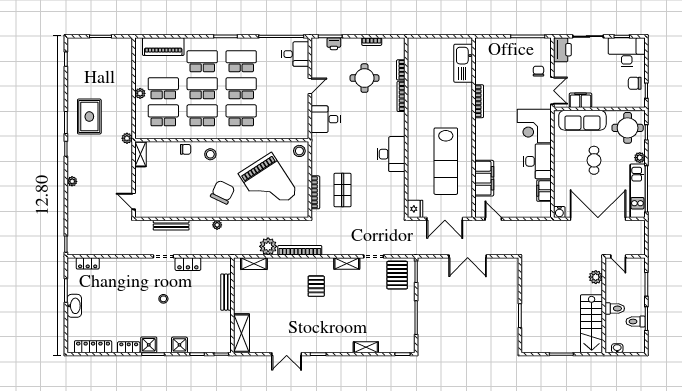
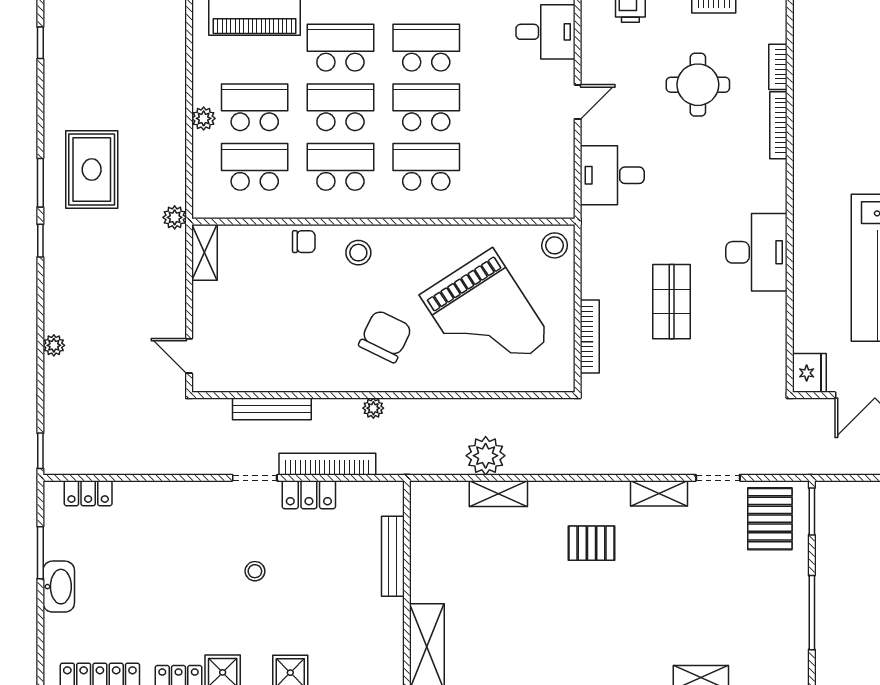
plant: (72, 181) -> (54, 345), moved
shop shelf: (343, 190) -> (672, 302), moved
bookcase: (300, 250) -> (327, 464), moved
shelving: (254, 264) -> (498, 494), moved
pallet: (316, 286) -> (591, 543), turned 90

